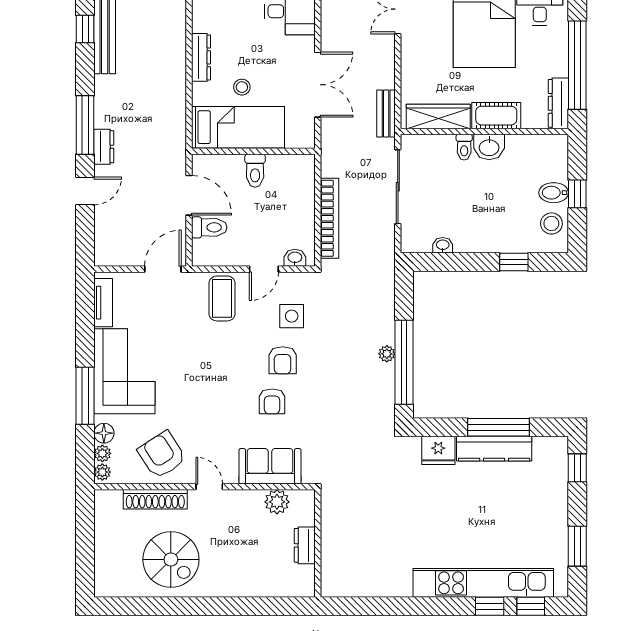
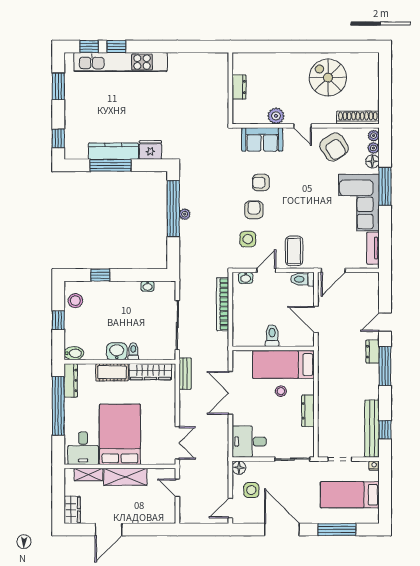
bidet: (554, 193) -> (74, 353), moved
toilet: (209, 227) -> (303, 279), moved
armchair: (272, 401) -> (261, 183), turned -90
shoe rack: (155, 499) -> (358, 118), moved
plant: (277, 502) -> (276, 116), moved

